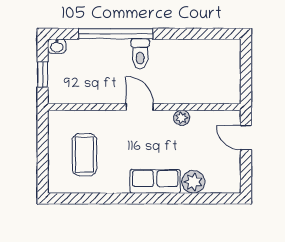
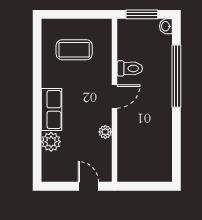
toilet: (140, 54) -> (130, 68), moved, turned 180
window: (43, 75) -> (142, 14), width x1.50
door: (246, 138) -> (88, 186), hinge flipped

